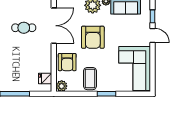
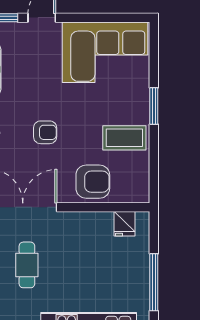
armchair: (93, 37) -> (45, 132), width x0.53, depth x0.53
plant: (62, 86) -> (139, 192), removed

